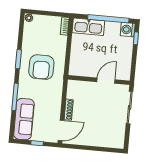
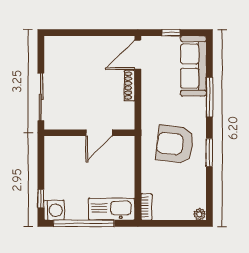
armchair: (41, 67) -> (175, 144), turned -84
door: (106, 81) -> (99, 133), moved

